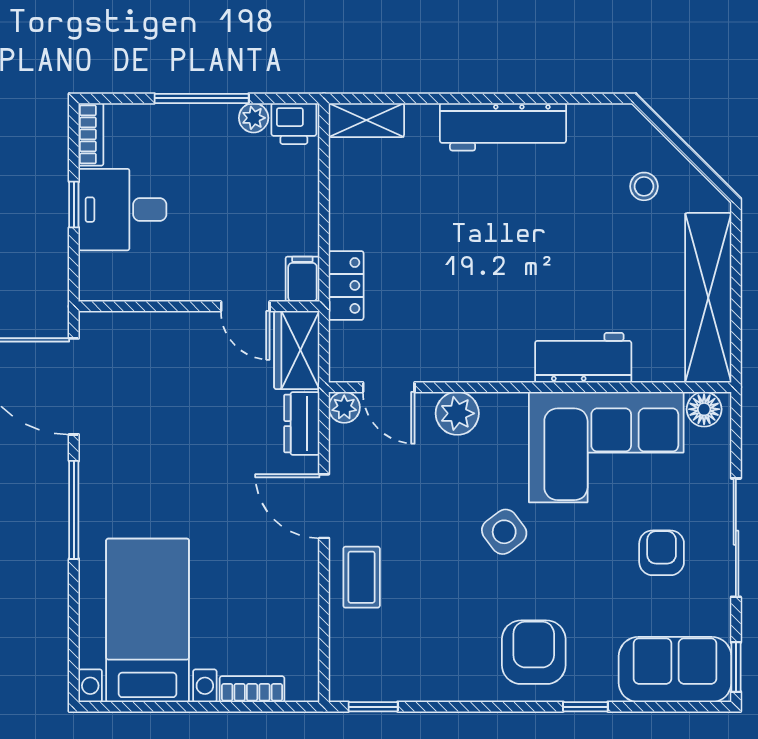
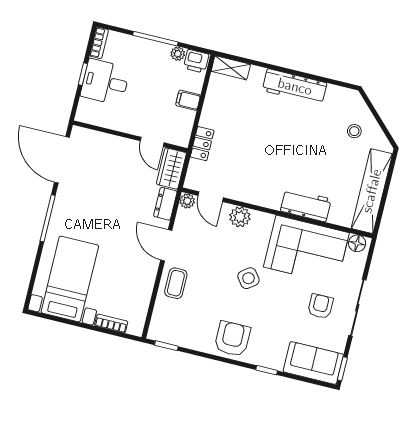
filing cabinet: (302, 279) -> (188, 100), moved, turned -90
armchair: (534, 652) -> (232, 339), moved

